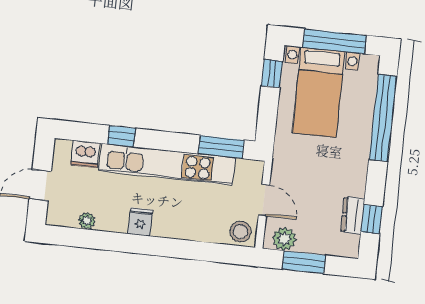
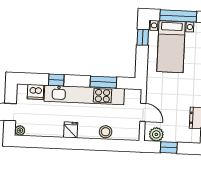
window: (221, 147) -> (103, 82), moved
plant: (87, 221) -> (20, 130), moved
stool: (240, 232) -> (106, 132), moved
window: (304, 262) -> (169, 148), width x0.67

